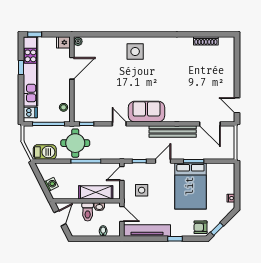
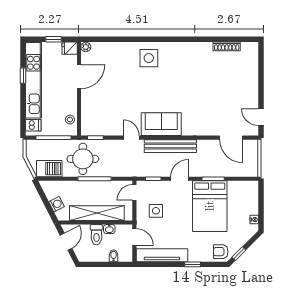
window: (35, 34) -> (54, 39), moved
bench: (173, 131) -> (170, 146), moved
shelving: (96, 192) -> (97, 213), width x1.47

